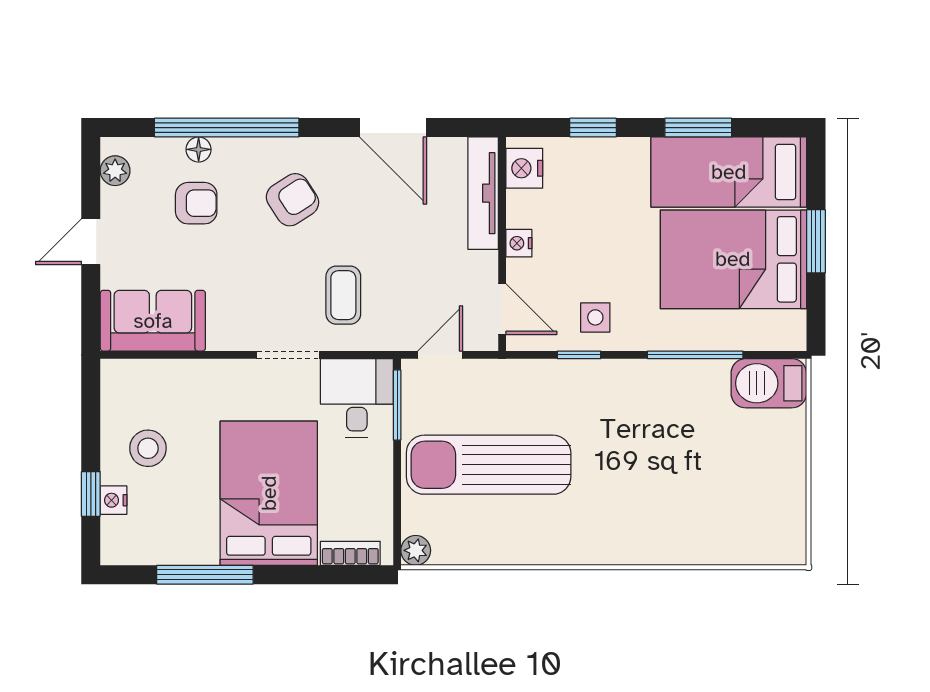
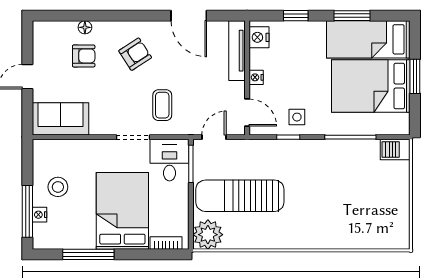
window: (227, 128) -> (100, 16), removed
plant: (115, 171) -> (40, 39), removed
barbecue: (769, 383) -> (395, 149), width x0.73, depth x0.79
window: (91, 494) -> (27, 211), width x2.17
plant: (416, 550) -> (208, 235), width x1.88, depth x1.88

